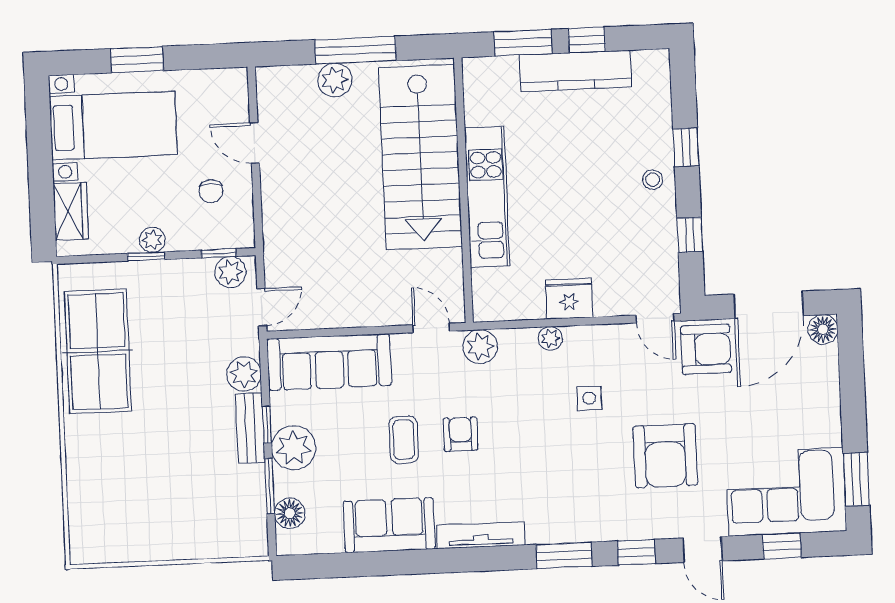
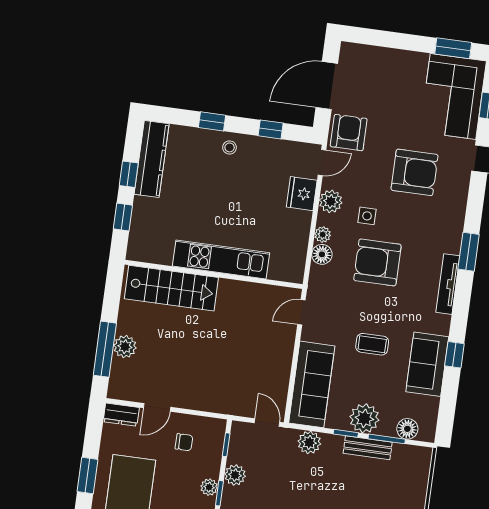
window: (523, 43) -> (123, 217), width x0.67
window: (355, 50) -> (105, 349), moved
kitchen counter: (576, 71) -> (152, 159), moved
dresser: (235, 93) -> (121, 415), added
stairs: (420, 157) -> (171, 288), width x0.73, depth x0.66
plant: (230, 272) -> (235, 475), moved
fridge: (569, 299) -> (302, 194), moved
door: (769, 305) -> (327, 86), swing flipped
floor lamp: (823, 329) -> (322, 254), moved
plant: (480, 347) -> (331, 201), moved
bench: (250, 428) -> (368, 448), moved
armchair: (460, 434) -> (377, 262), moved, width x1.88, depth x1.88
tv unit: (481, 535) -> (448, 284), moved
window: (636, 552) -> (454, 355), moved

